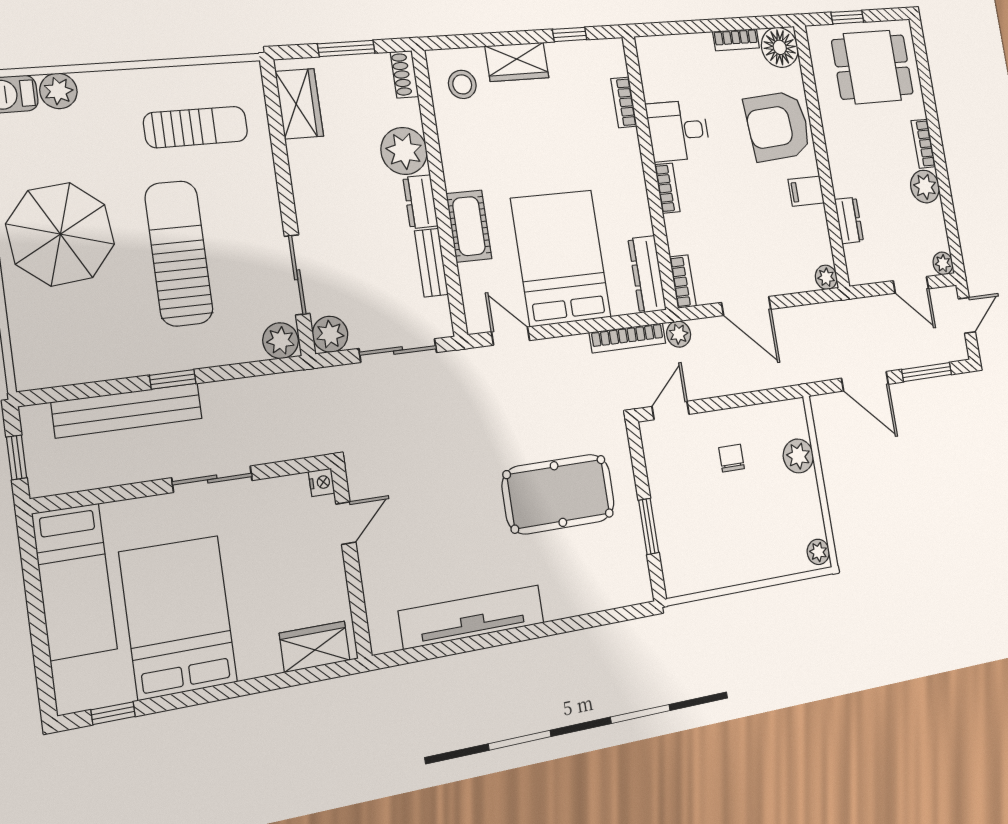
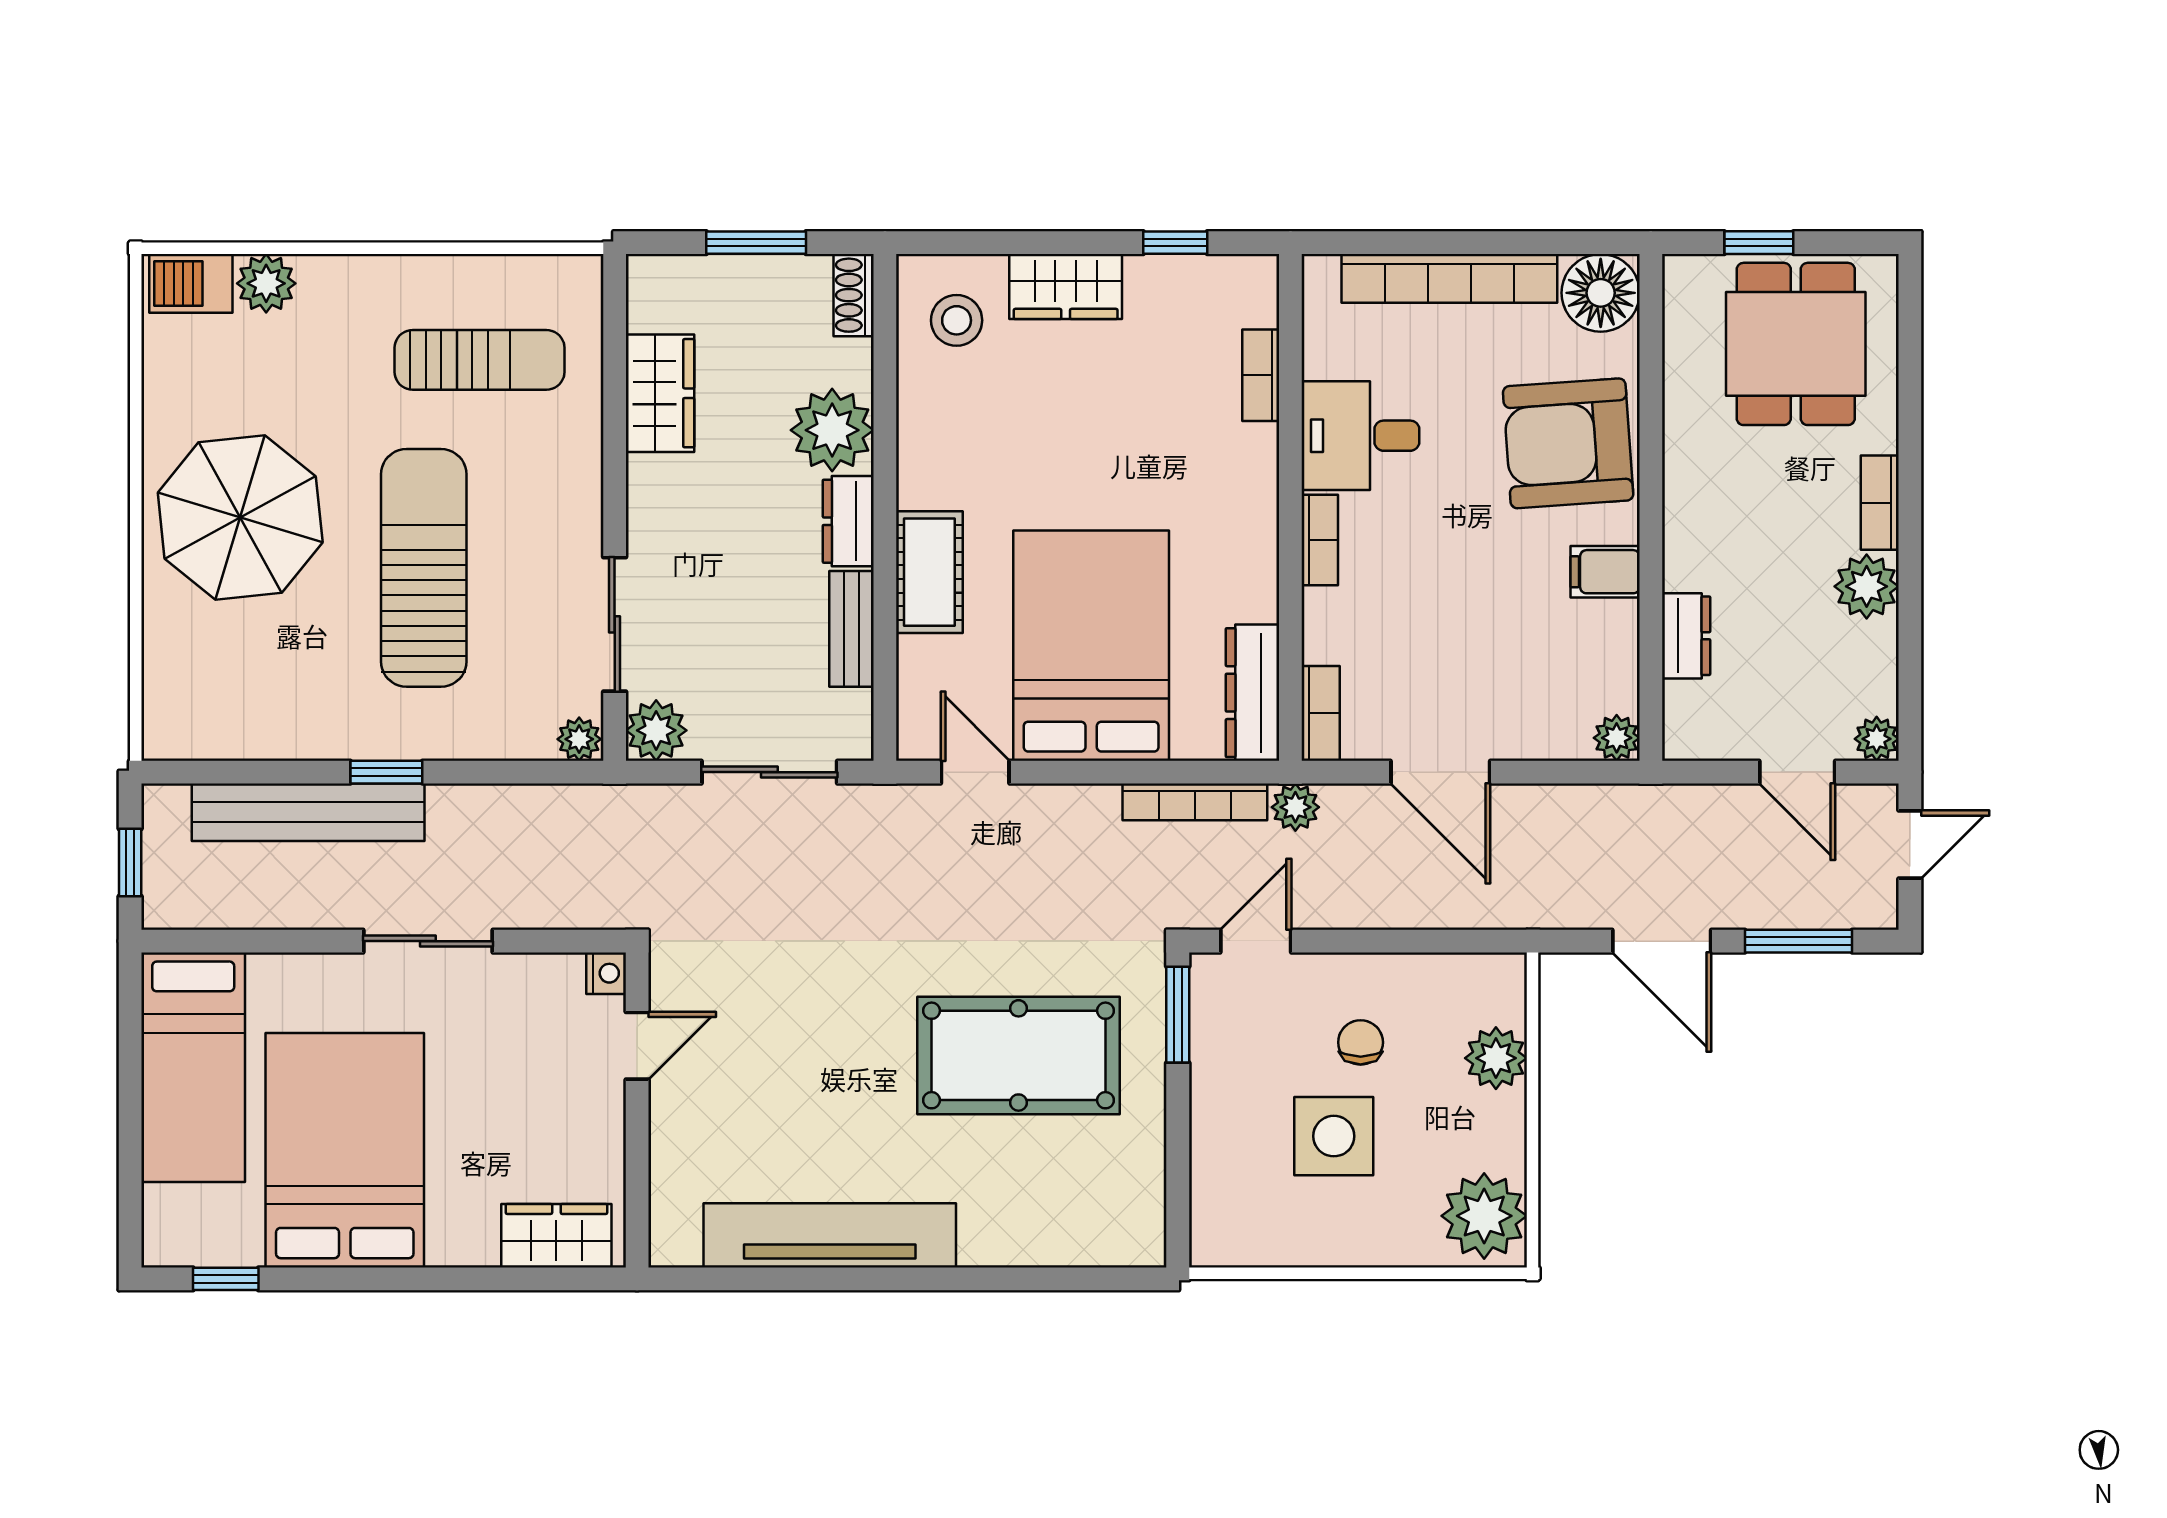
bookcase: (736, 40) -> (1449, 278), width x2.31, depth x1.31
dining table: (872, 67) -> (1796, 344), turned 90
wardrobe: (299, 104) -> (660, 393), moved
plant: (281, 341) -> (579, 739), width x0.73, depth x0.73
side table: (727, 512) -> (1334, 1136), added
window: (649, 526) -> (1178, 1015), moved
plant: (818, 552) -> (1484, 1216), width x1.87, depth x1.87

